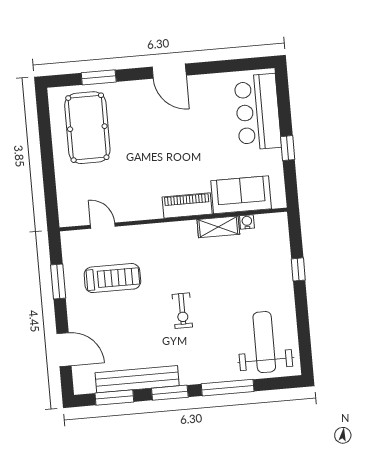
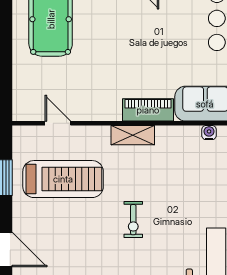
shelving: (218, 227) -> (133, 135), moved
treadmill: (112, 278) -> (63, 179), width x1.37, depth x1.38

